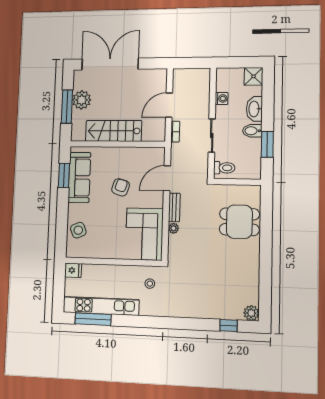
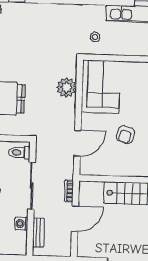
sliding door: (212, 136) -> (32, 186), width x1.37
bench: (174, 207) -> (38, 233), moved
plant: (174, 228) -> (66, 87), width x1.87, depth x1.87

